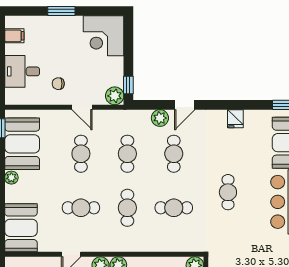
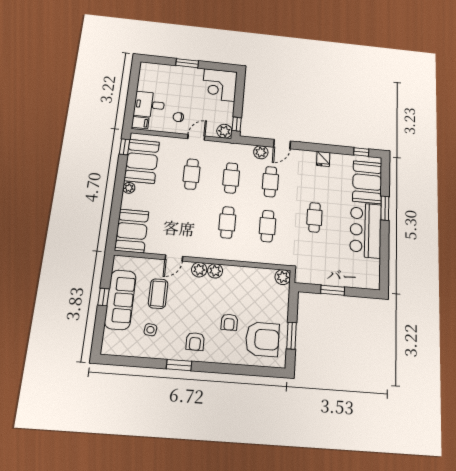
filing cabinet: (14, 36) -> (140, 123), moved
door: (82, 107) -> (196, 137), swing flipped
cafe table: (81, 208) -> (187, 219), removed
cafe table: (174, 208) -> (267, 226), turned 90

